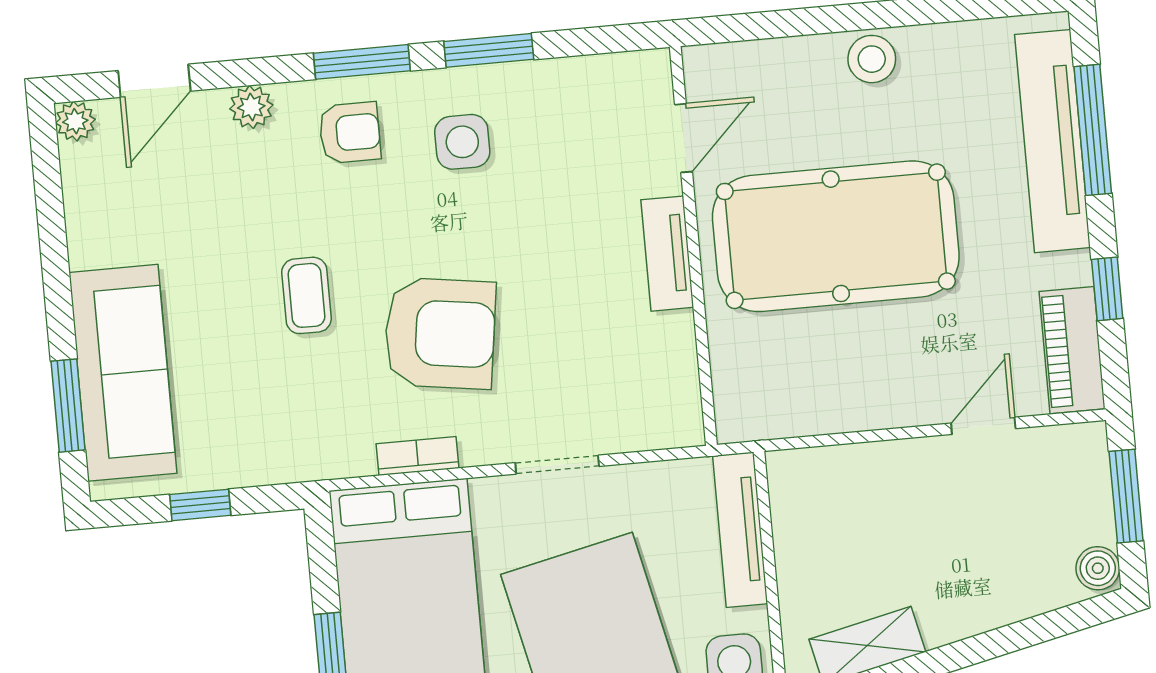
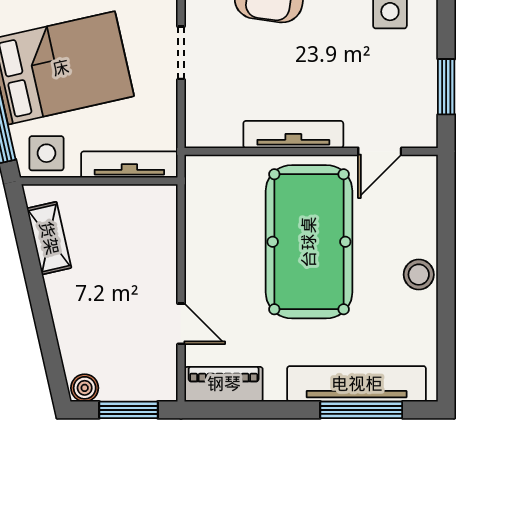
window: (489, 50) -> (446, 87), moved
door: (683, 138) -> (380, 151), hinge flipped
tv unit: (667, 254) -> (293, 134), width x1.41
window: (1107, 289) -> (260, 410), removed

